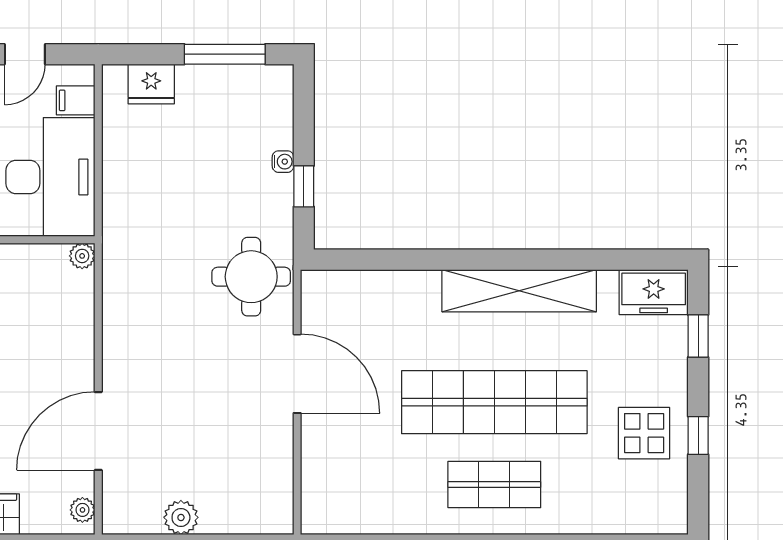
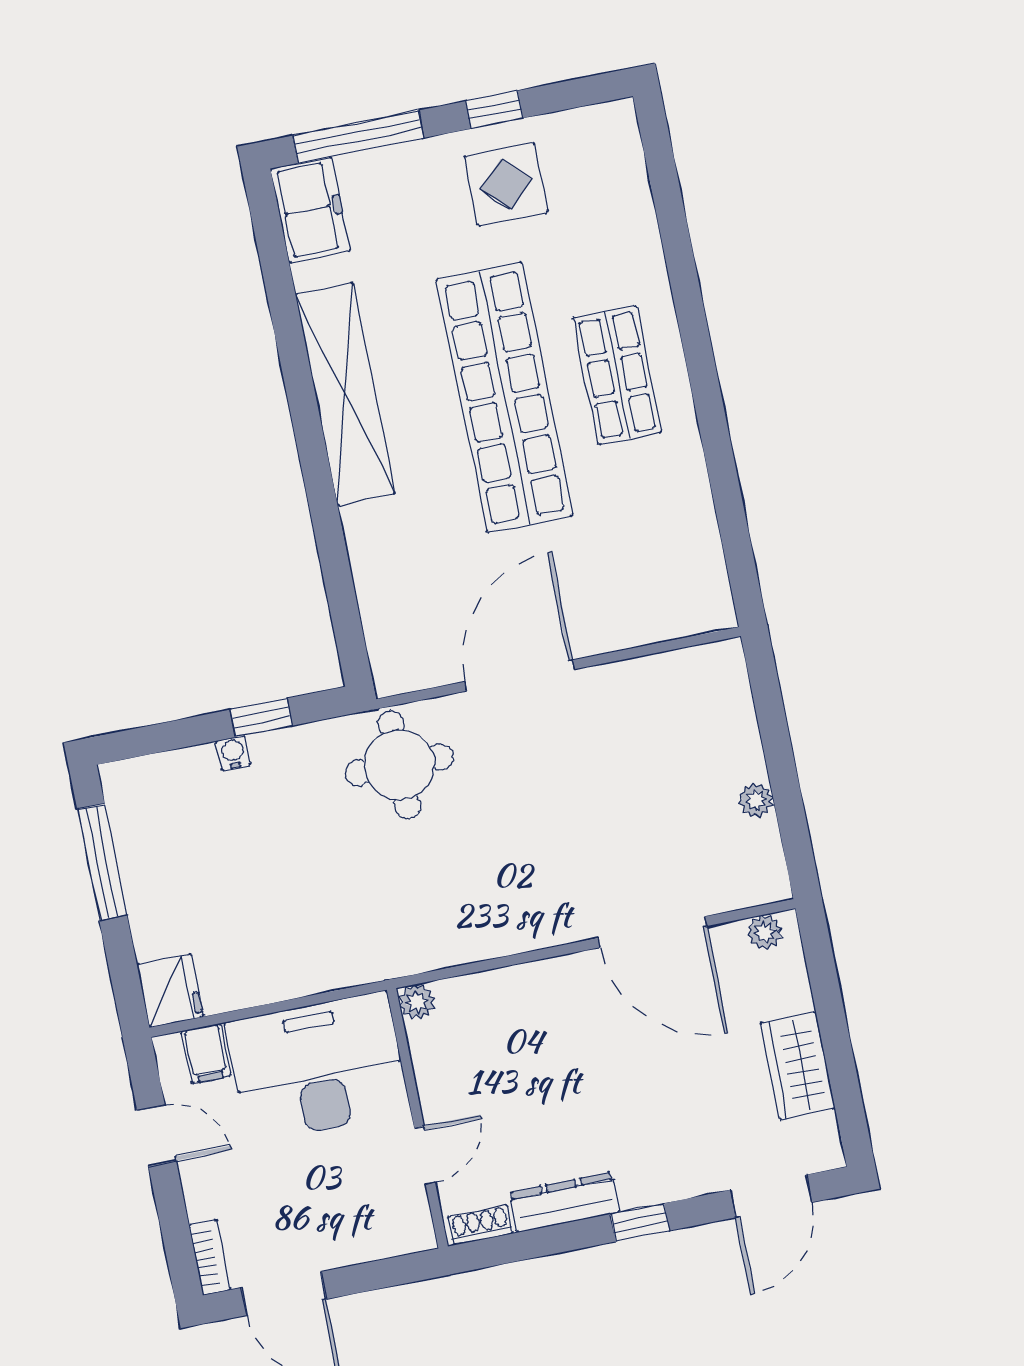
fridge: (151, 84) -> (170, 991), moved
window: (698, 336) -> (358, 137), width x2.17
plant: (181, 517) -> (756, 800), width x0.73, depth x0.73

